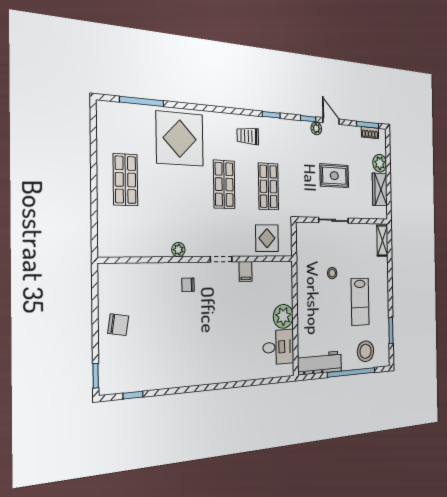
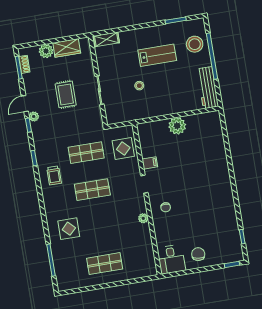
display table: (180, 139) -> (69, 229), width x0.54, depth x0.54
desk: (278, 347) -> (171, 259), moved, turned 180

